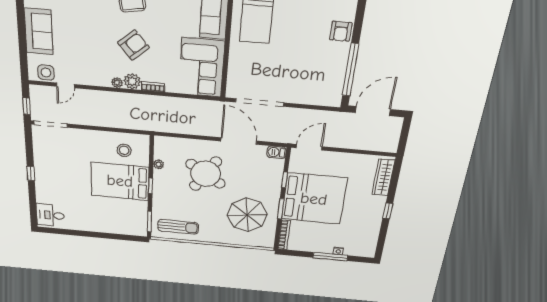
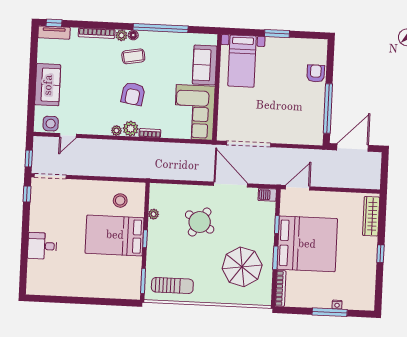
armchair: (341, 31) -> (316, 74), turned 180
armchair: (133, 45) -> (133, 94), turned 140
window: (31, 173) -> (27, 194), moved
round table: (206, 174) -> (200, 222), width x0.73, depth x0.73
desk: (50, 215) -> (42, 246), moved

